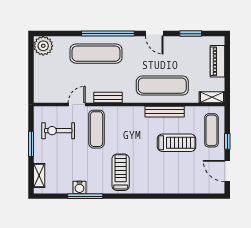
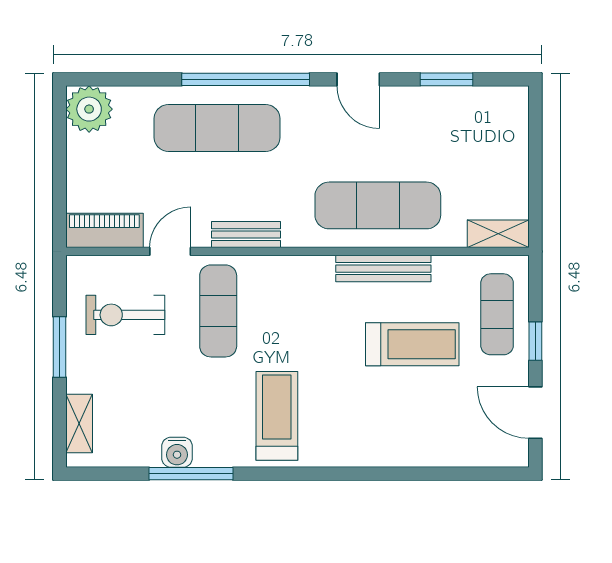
piano: (218, 61) -> (104, 230), moved, turned 90

